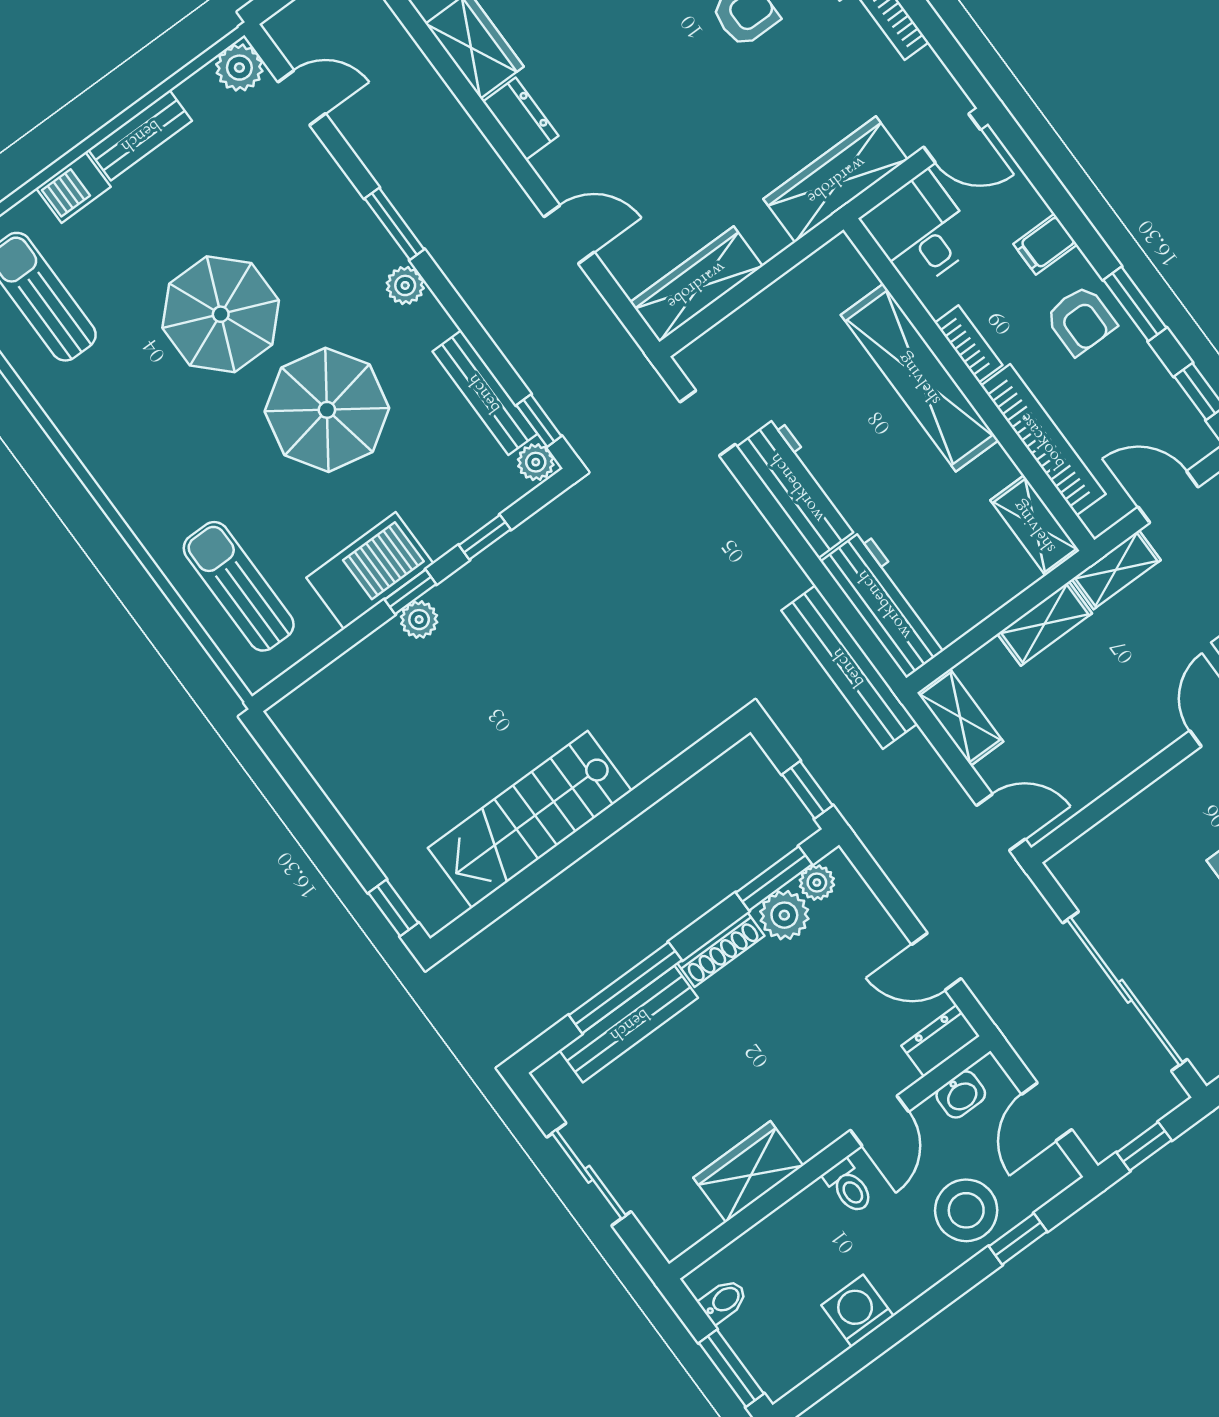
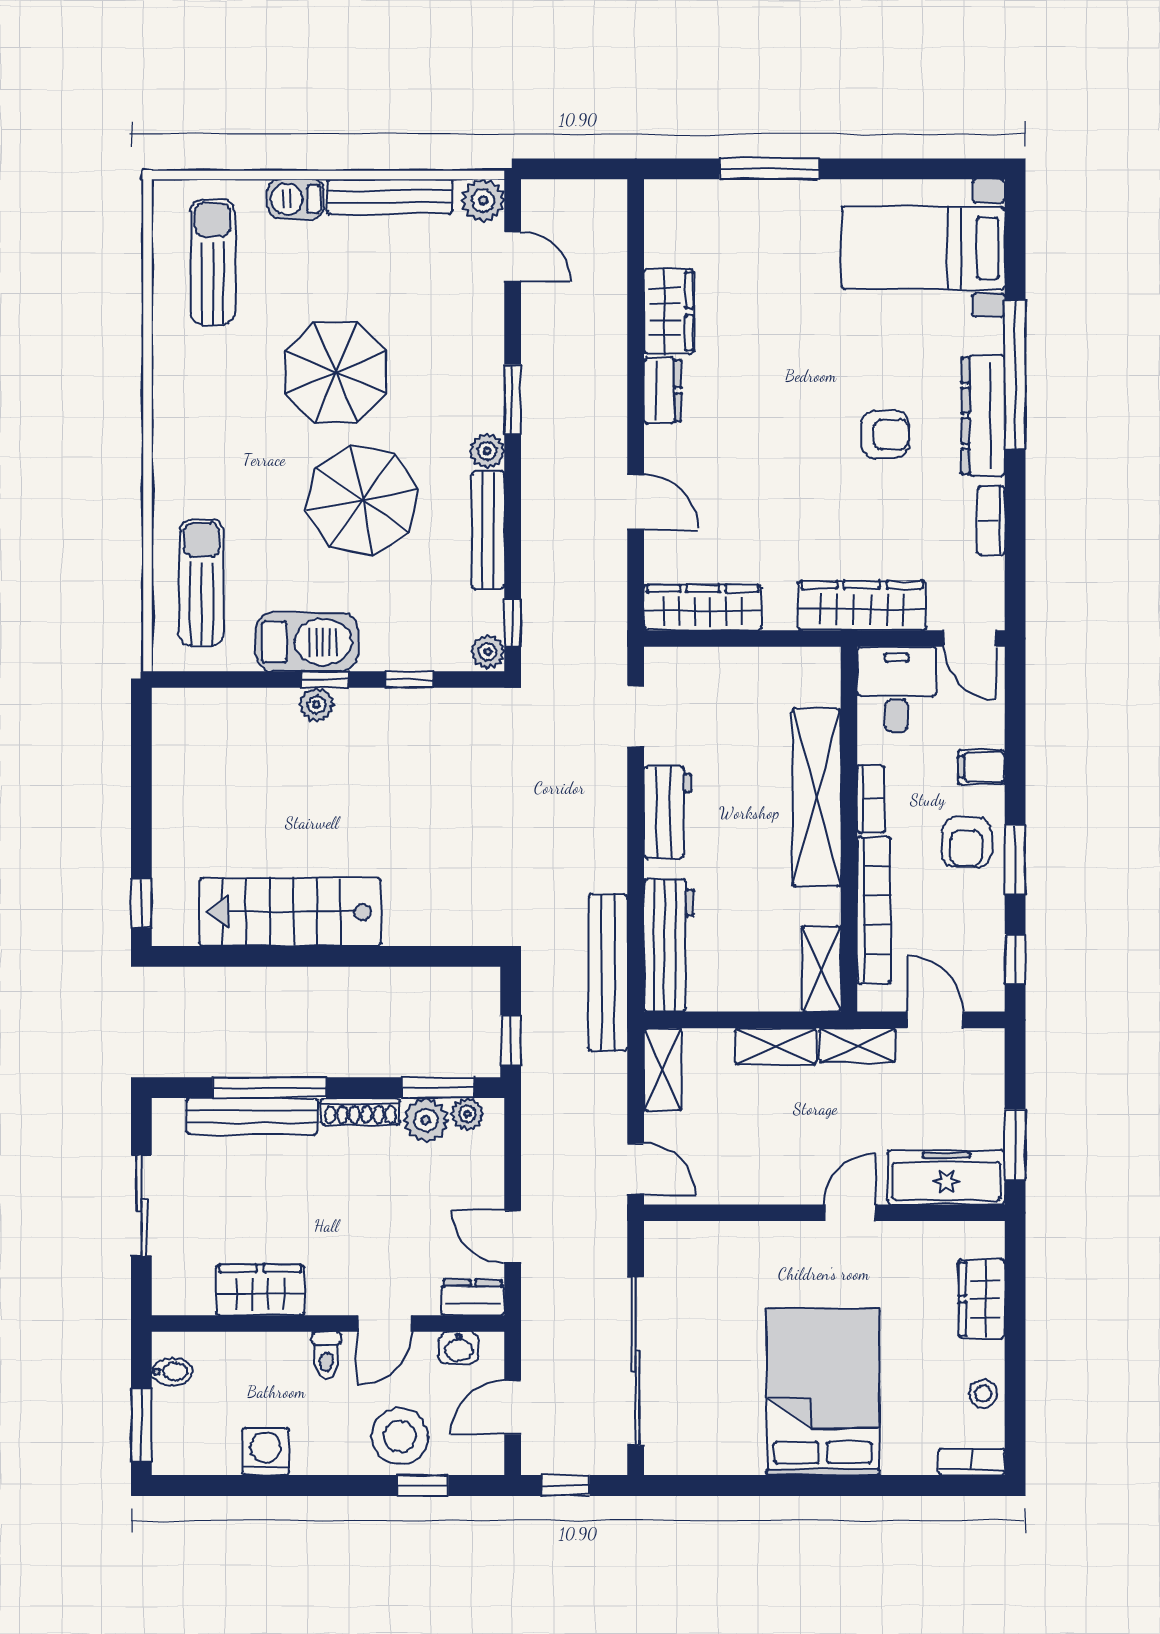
bench: (140, 135) -> (390, 197), width x1.36
bench: (485, 393) -> (488, 530), moved
workbench: (798, 487) -> (668, 812), width x0.73

